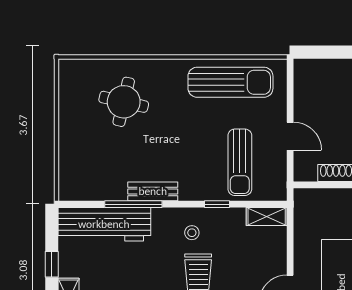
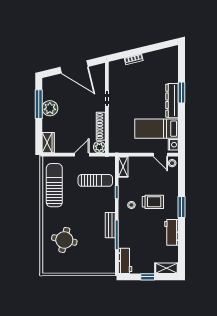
wardrobe: (313, 70) -> (48, 143), added
plant: (305, 170) -> (99, 147), added
workbench: (104, 224) -> (125, 261), width x0.53, depth x0.76

